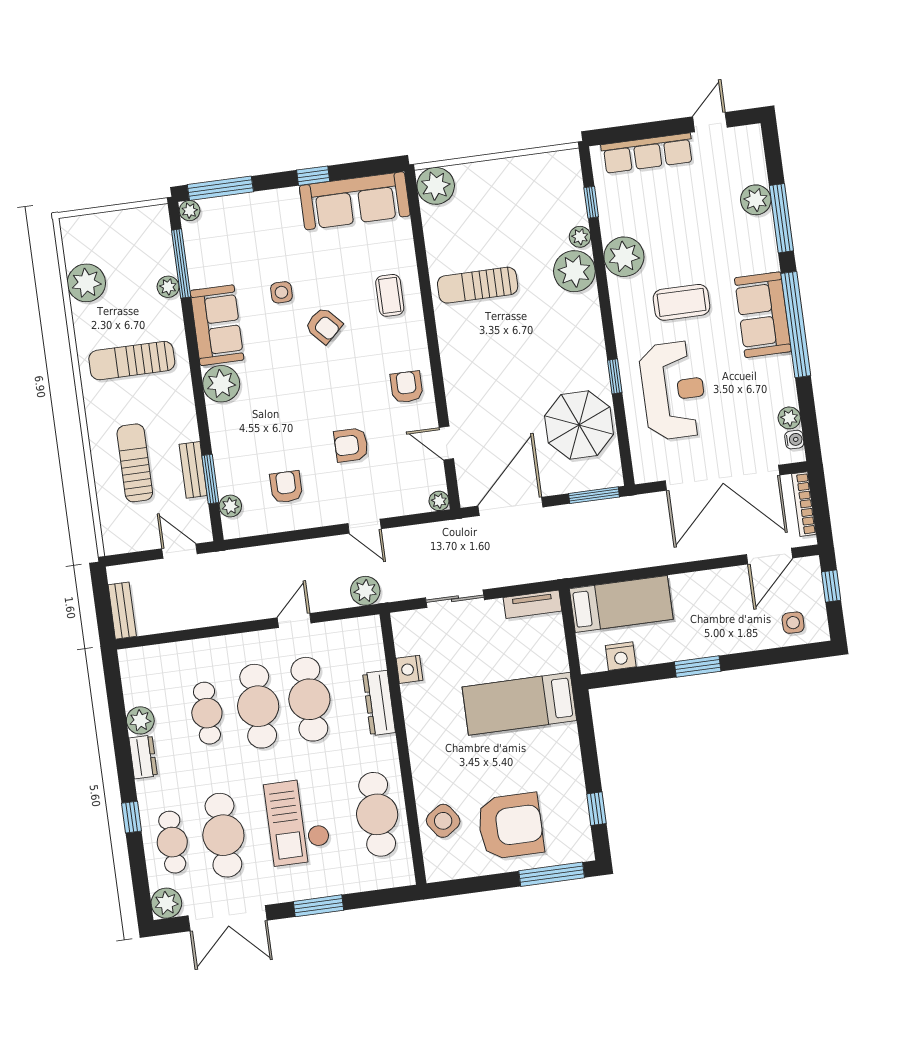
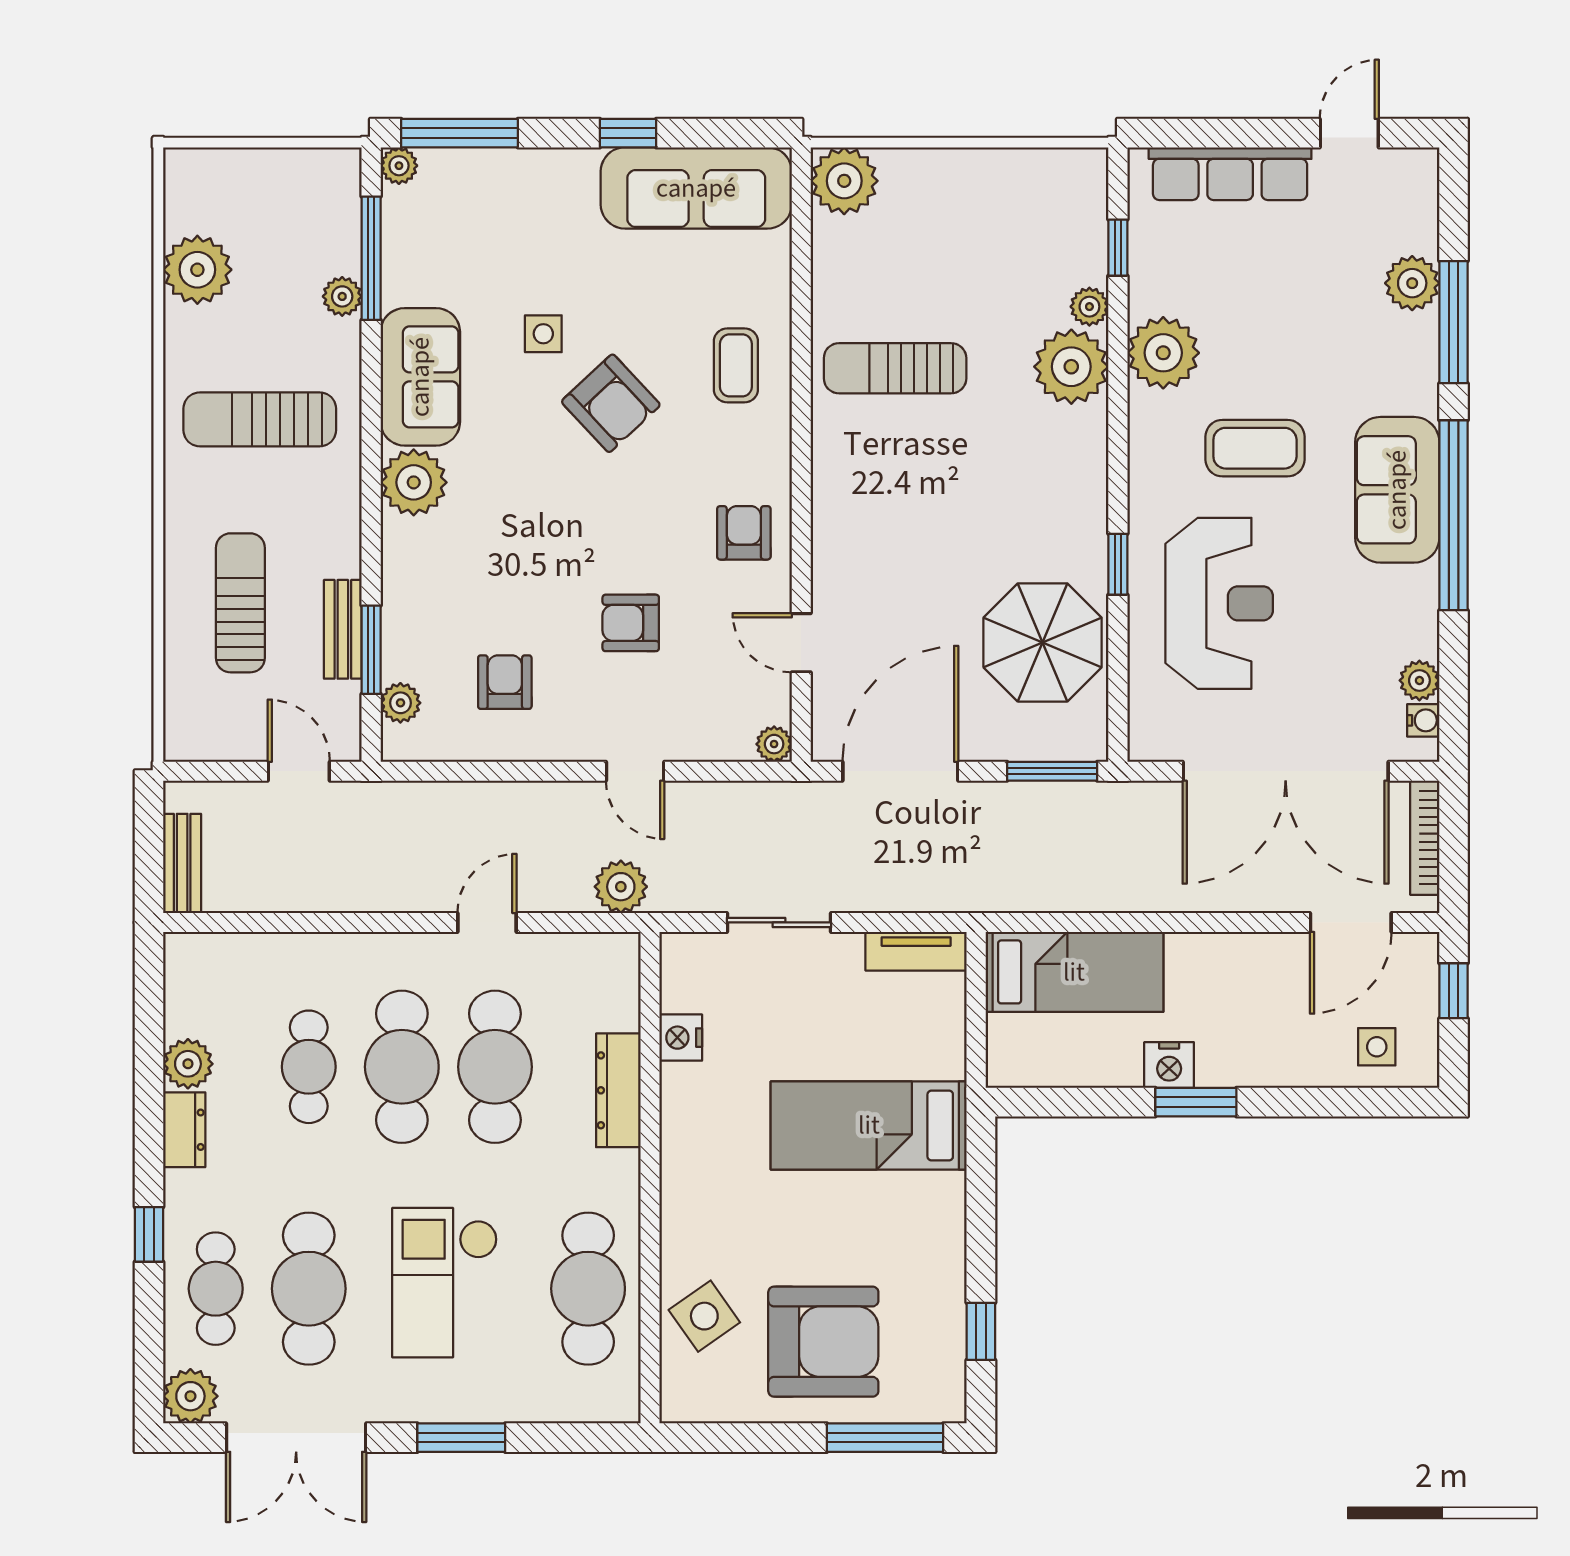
armchair: (324, 326) -> (611, 403), width x1.38, depth x1.38
nightstand: (621, 656) -> (1169, 1065), moved

